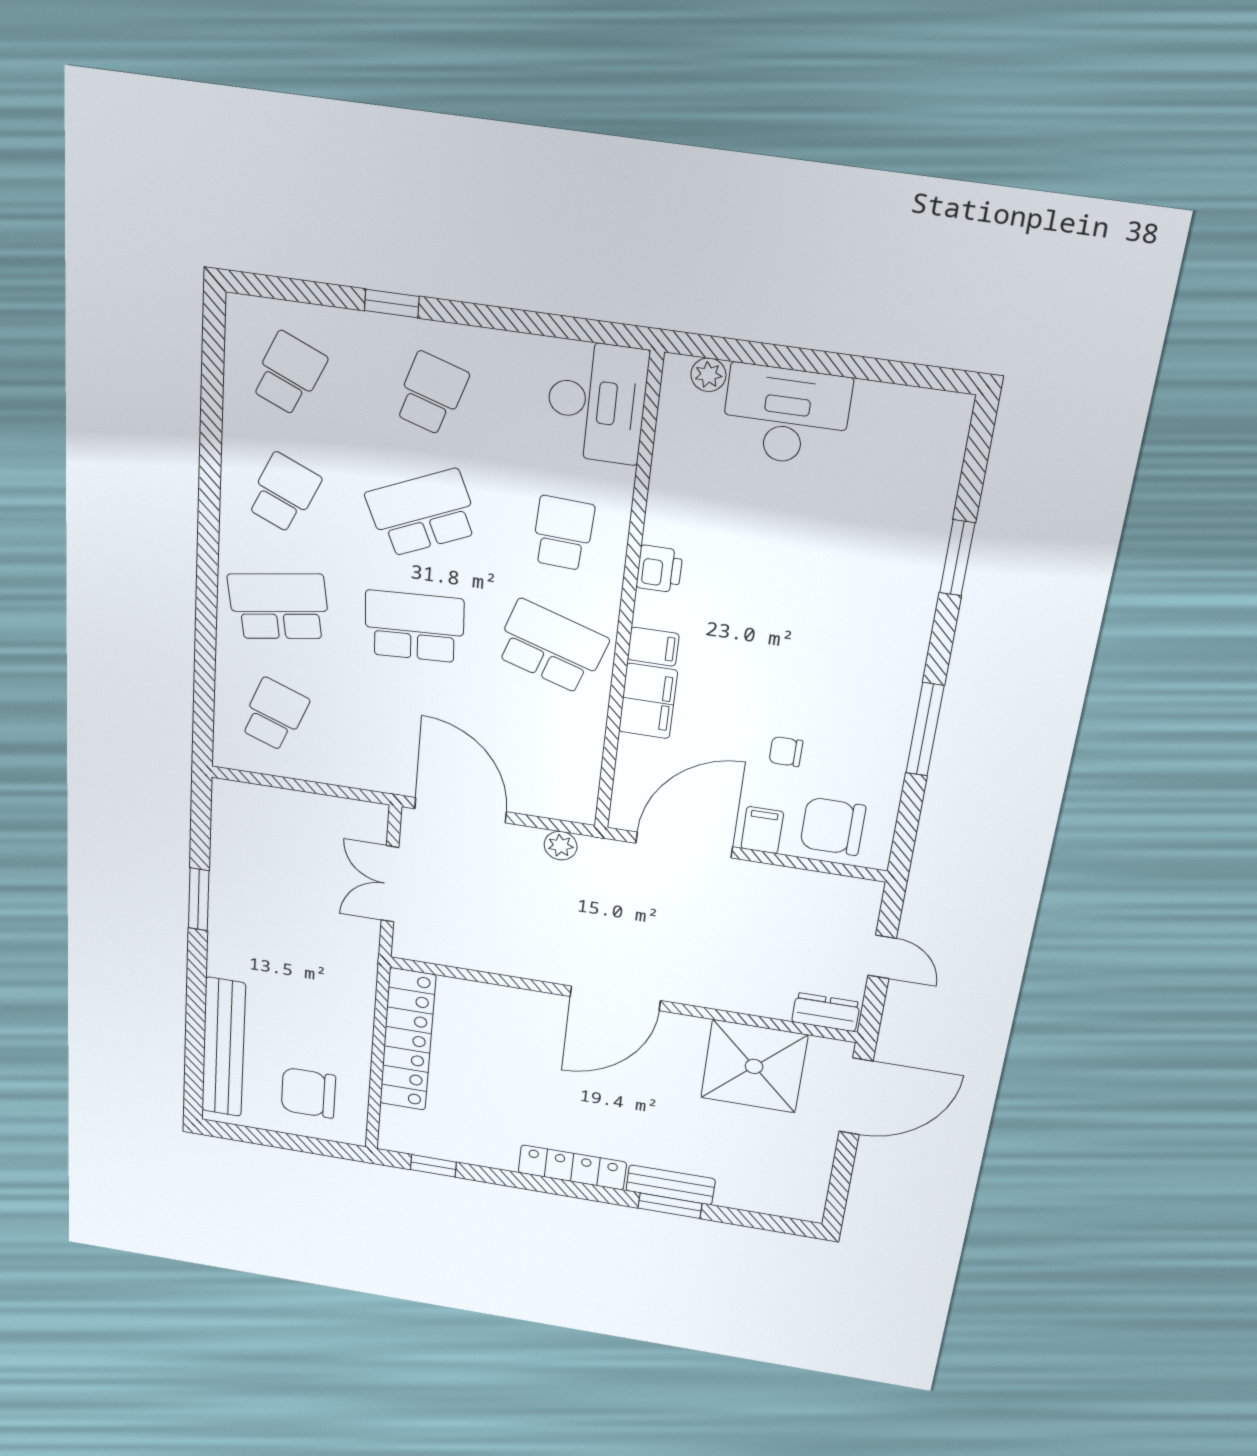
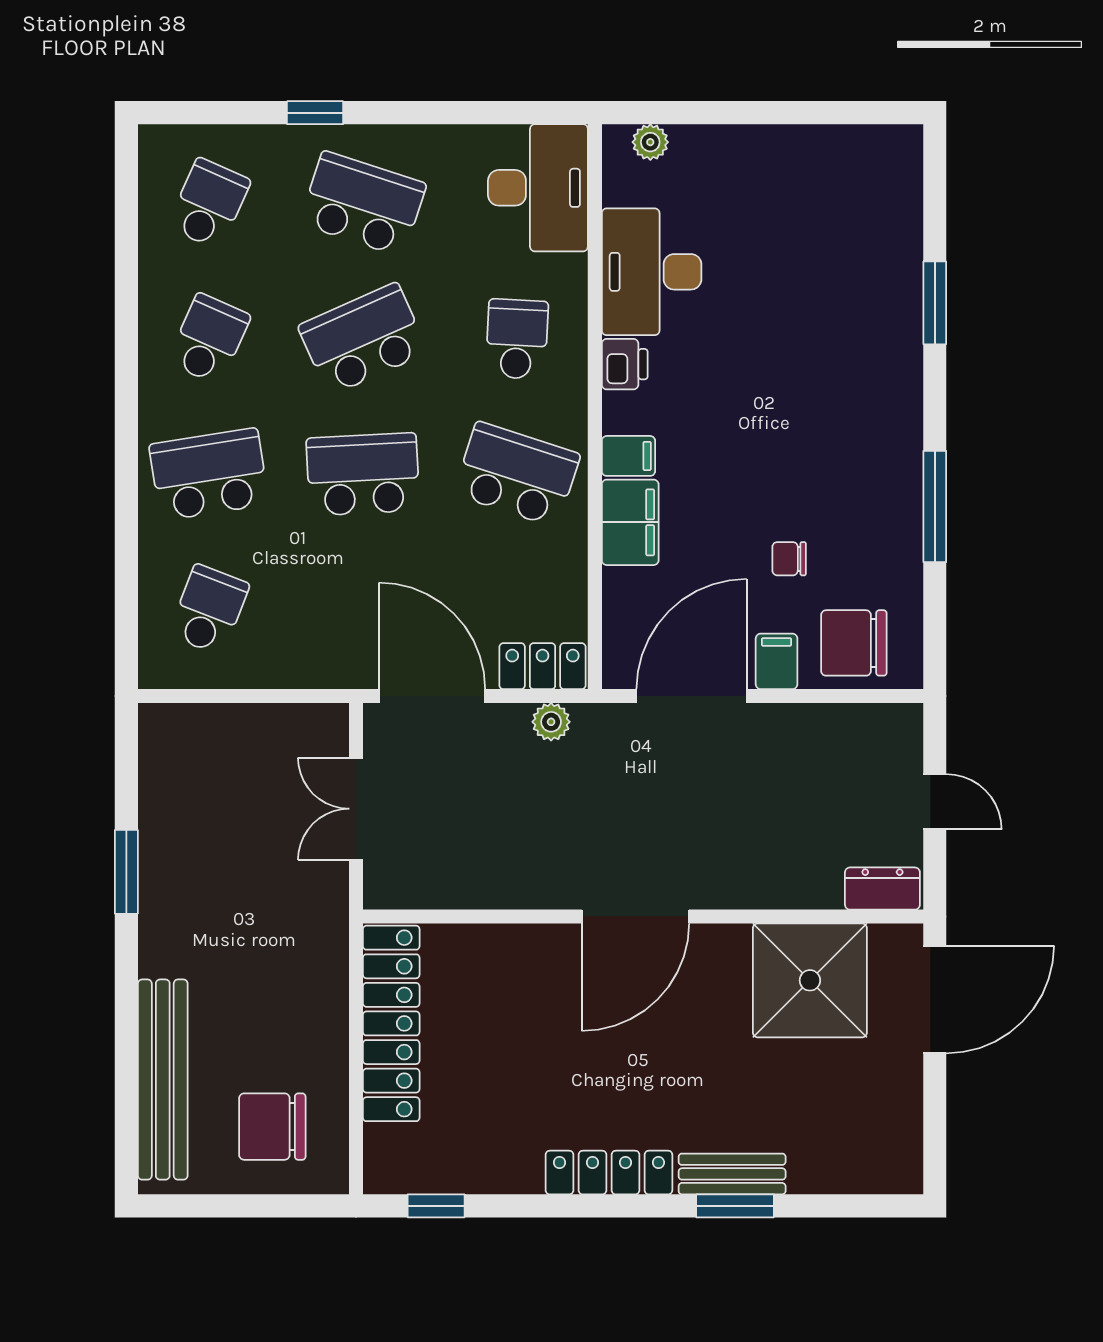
school desk: (431, 394) -> (363, 204), width x1.85
desk: (786, 416) -> (652, 272), moved, turned -90
locker: (558, 802) -> (542, 666), added

